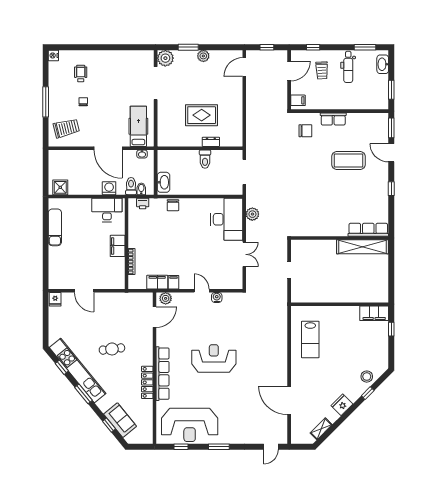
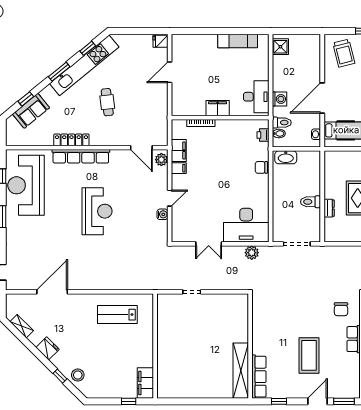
row of seats: (368, 230) -> (259, 377), moved
wall: (340, 238) -> (250, 346), moved
shelving: (363, 247) -> (241, 371), moved

